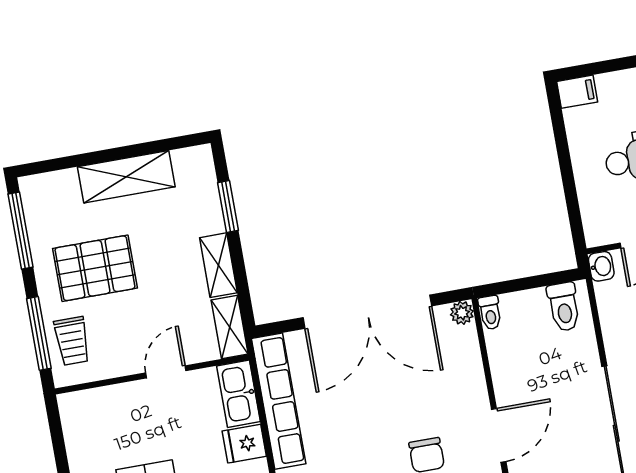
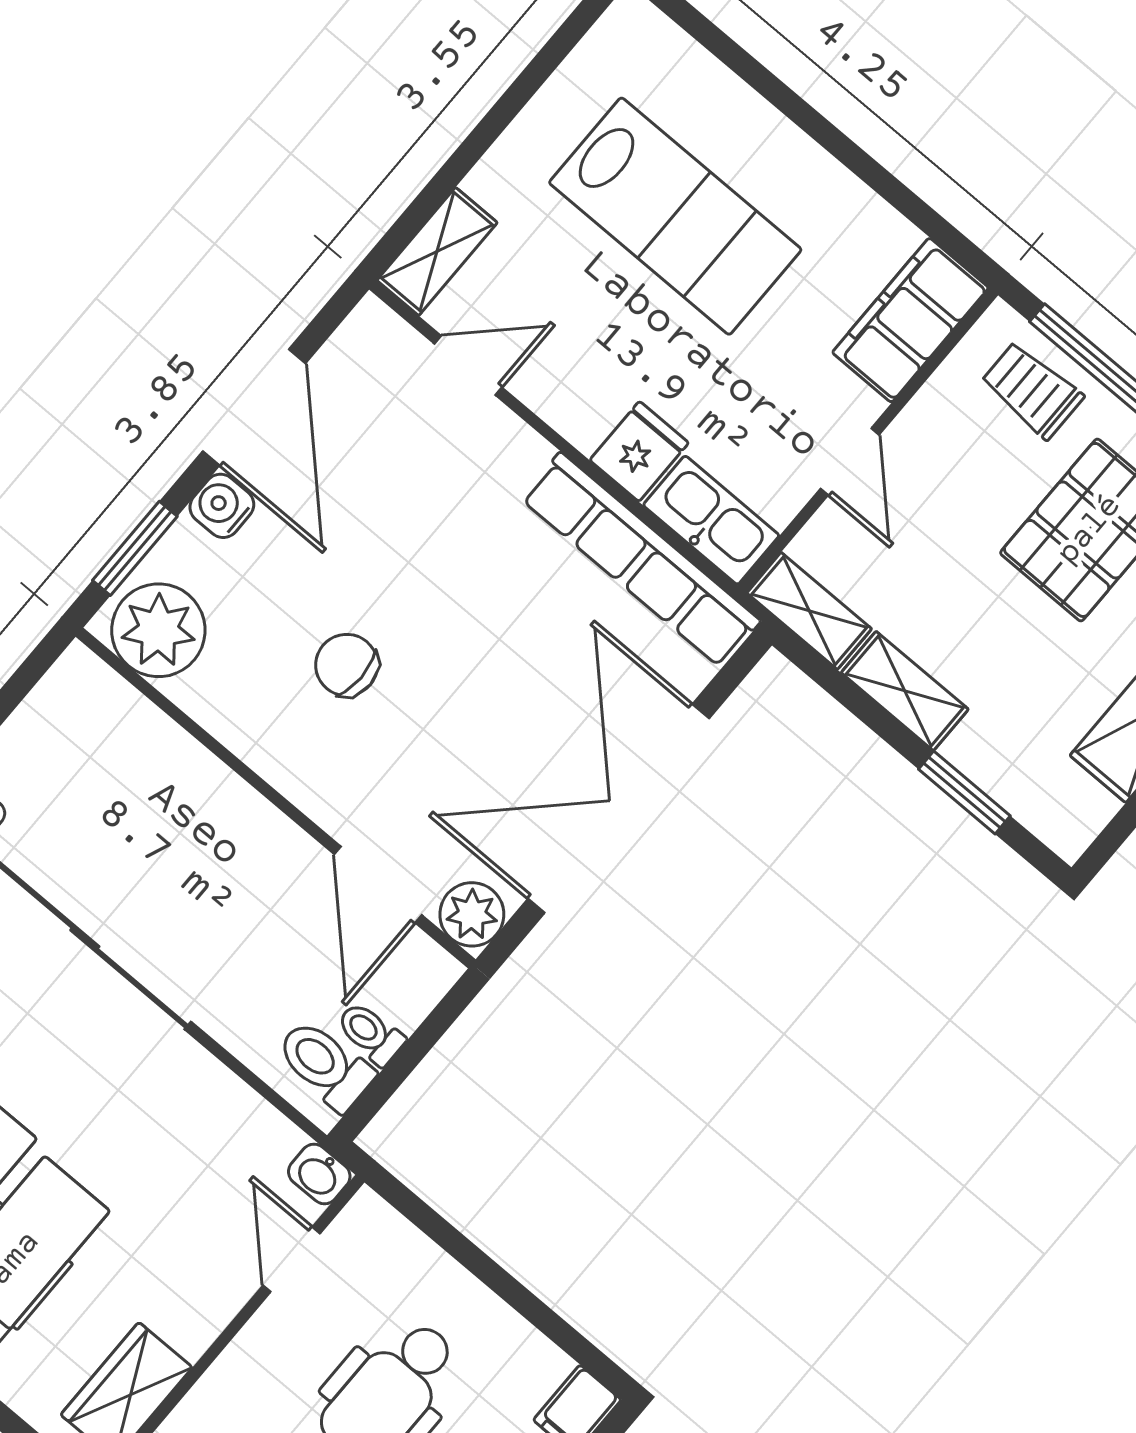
plant: (462, 313) -> (472, 914), width x1.38, depth x1.38
toilet: (490, 313) -> (370, 1033), moved
filing cabinet: (97, 407) -> (910, 320), added
door: (499, 435) -> (378, 885), moved

